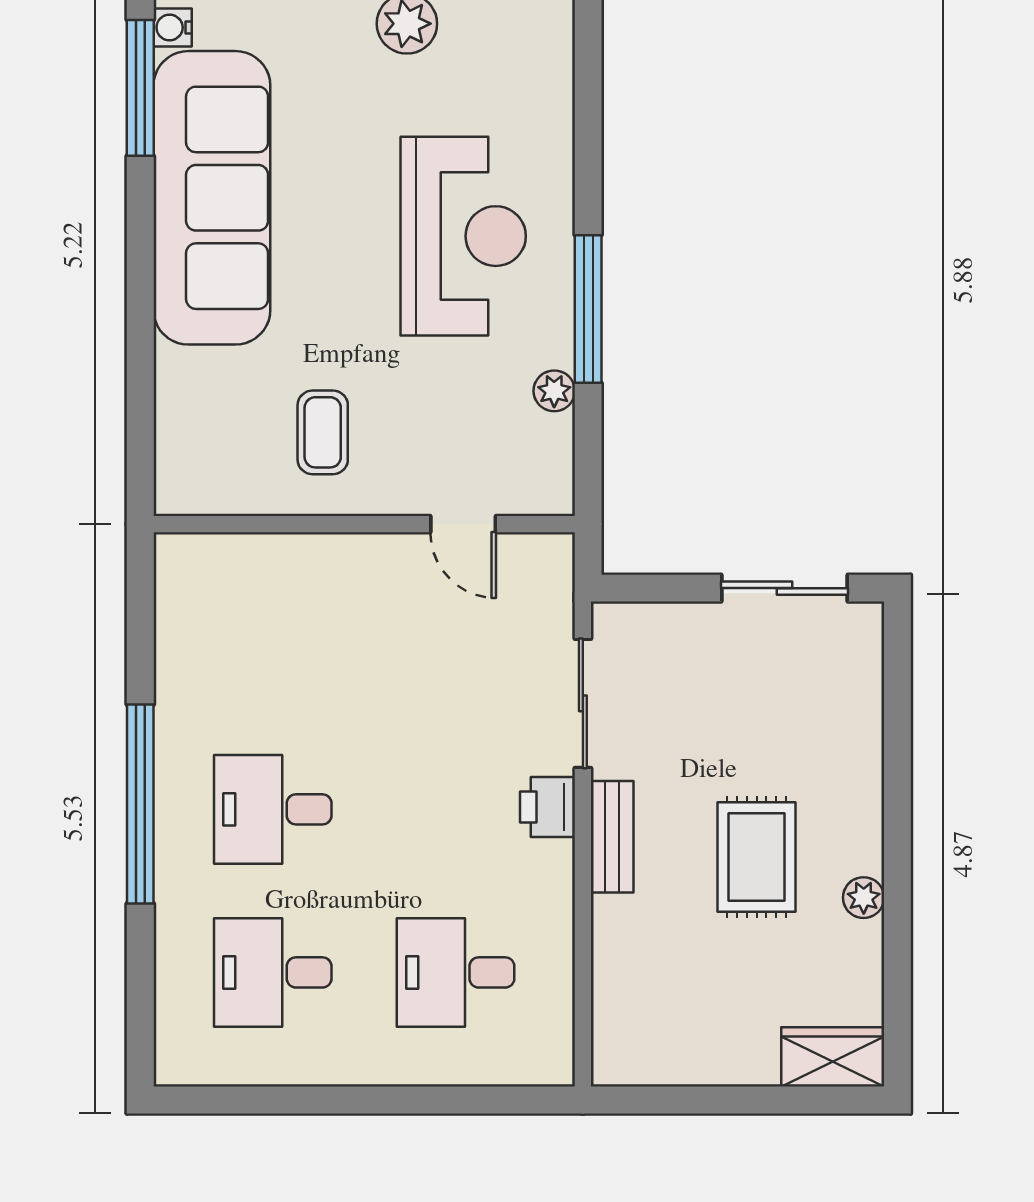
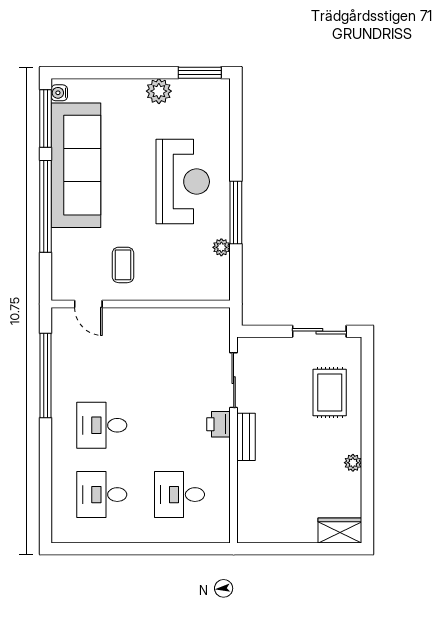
window: (140, 295) -> (45, 206), added
door: (463, 524) -> (88, 304), moved
window: (140, 804) -> (45, 375), moved
rug: (757, 857) -> (330, 392), moved

